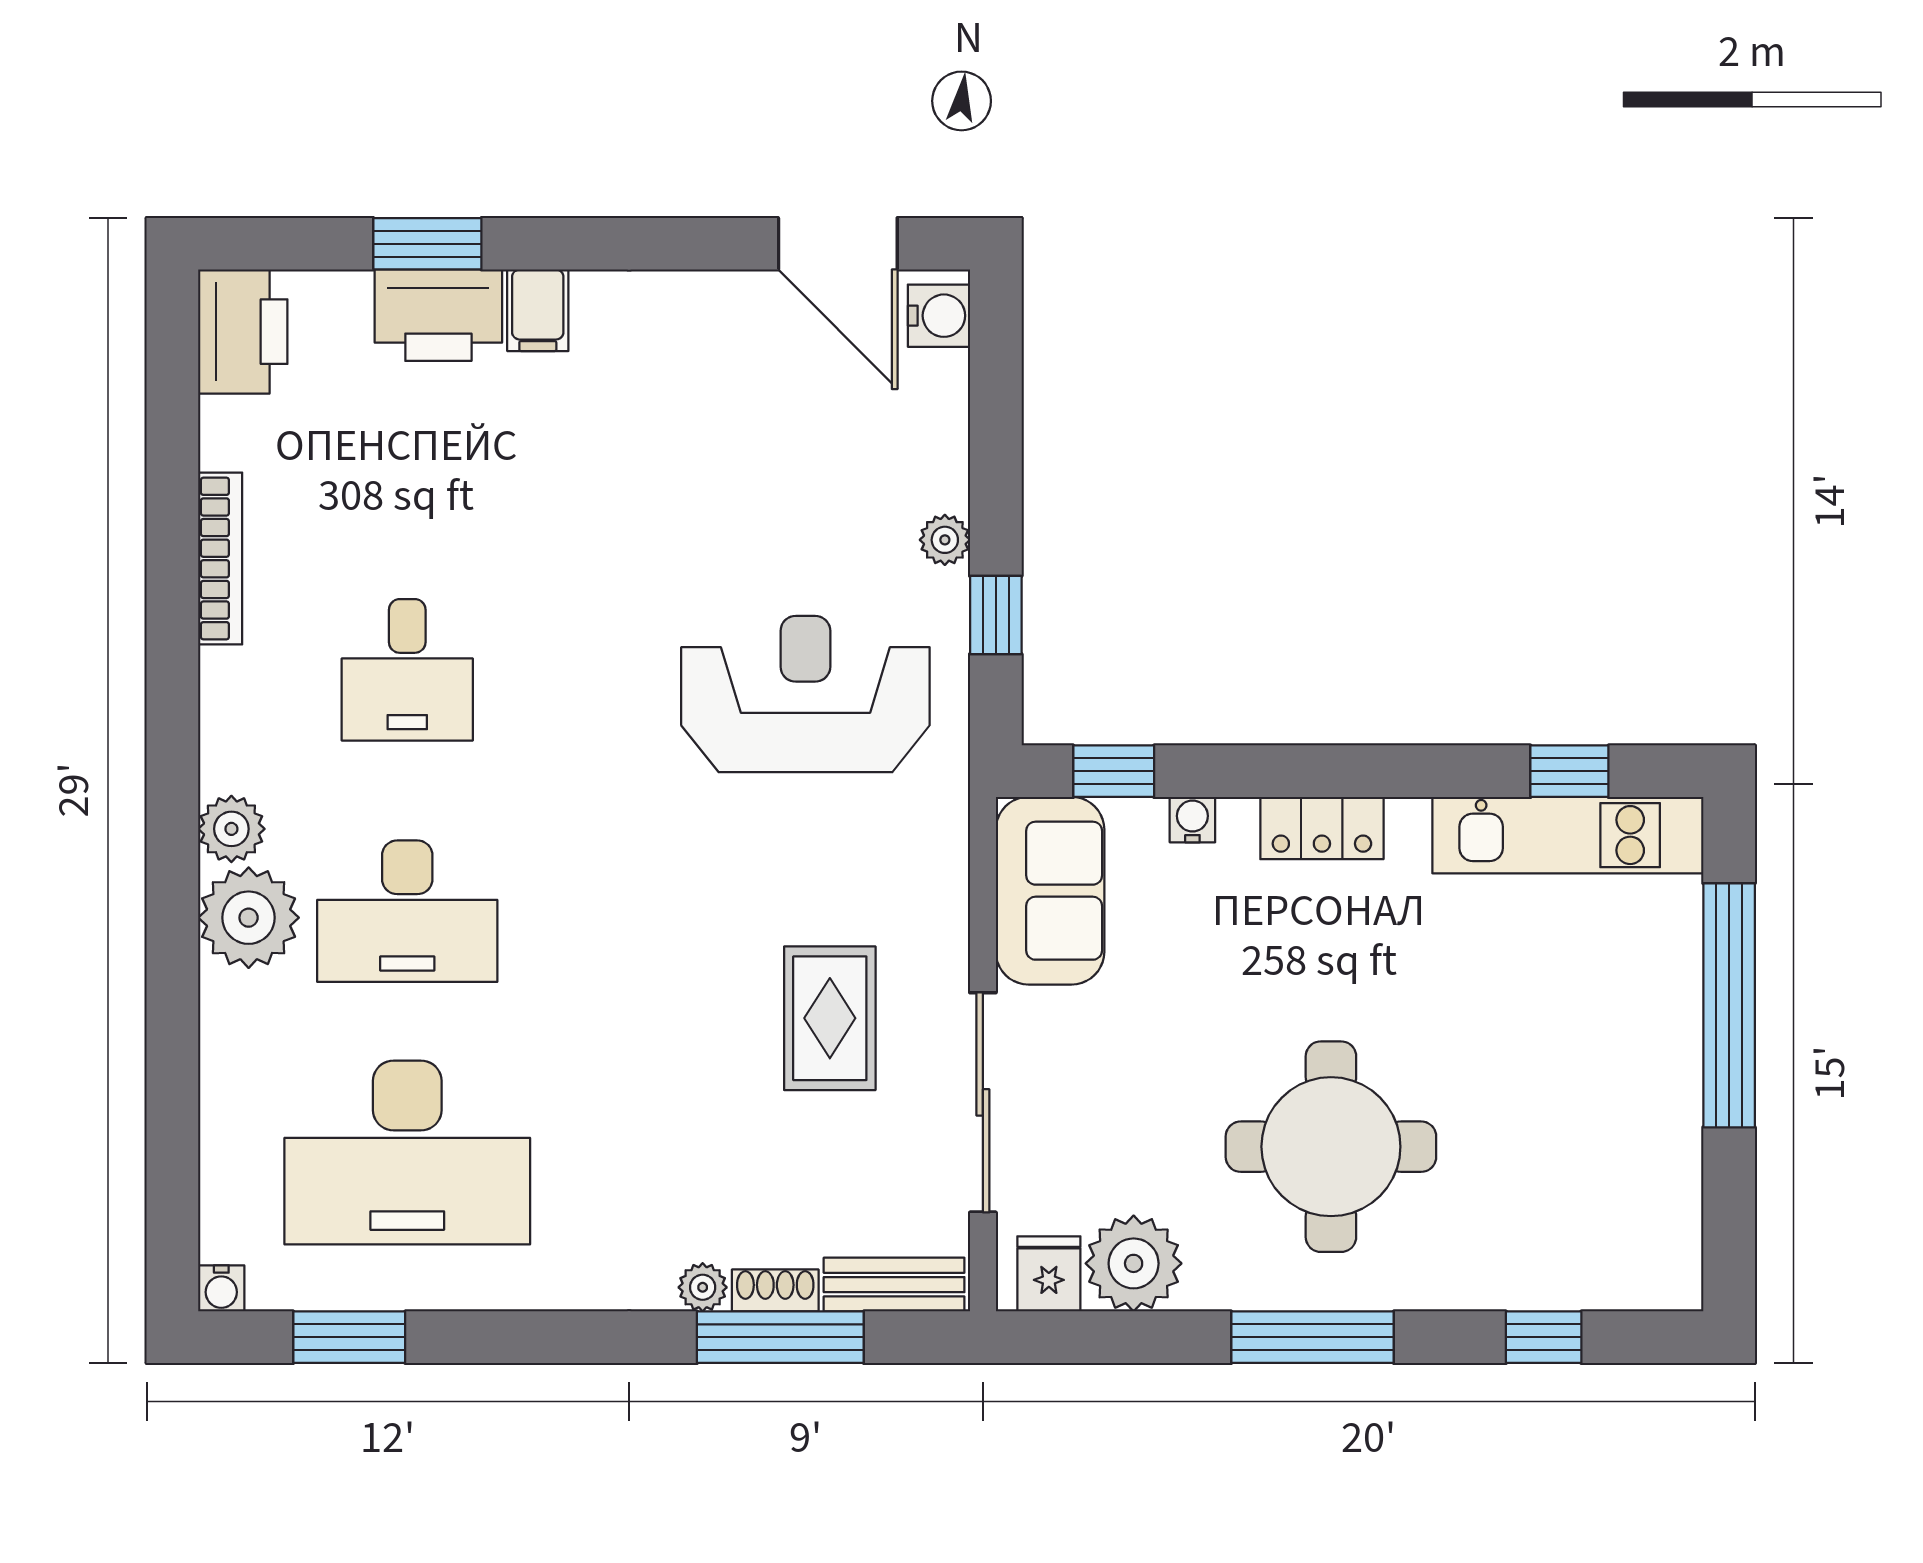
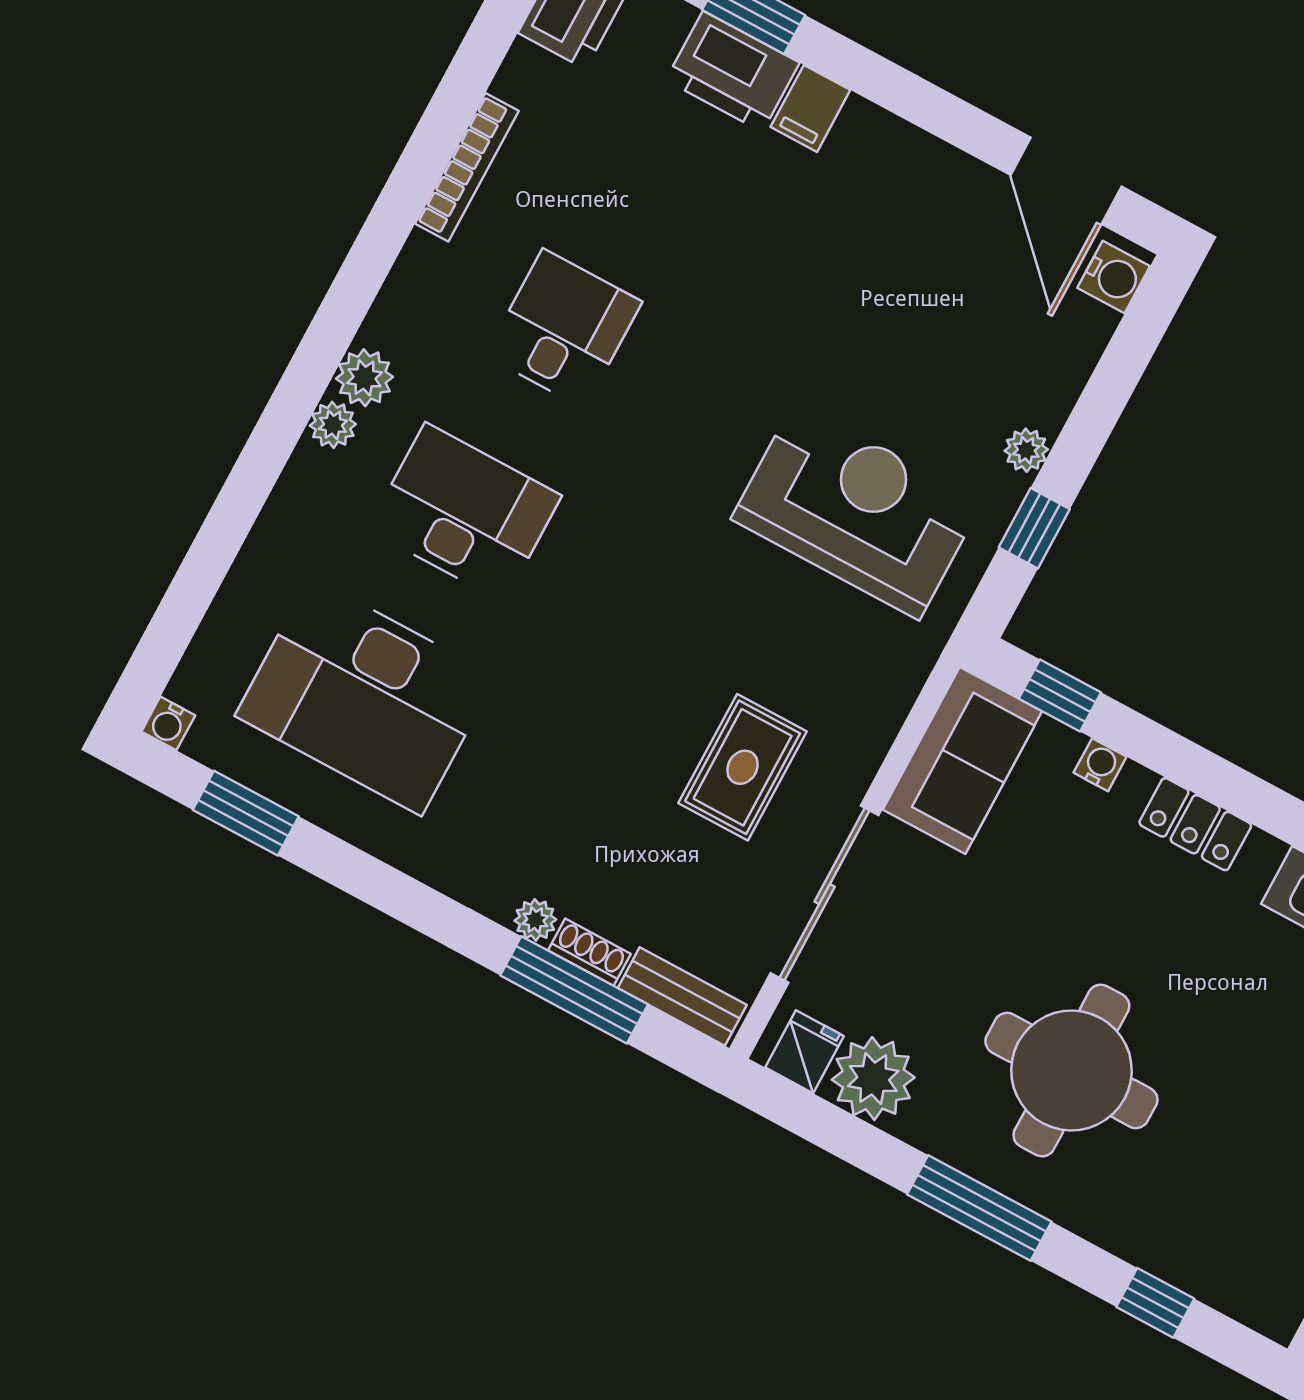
desk: (407, 670) -> (564, 329), turned 180
desk: (407, 911) -> (465, 512), turned 180
plant: (249, 918) -> (333, 425), width x0.53, depth x0.53

